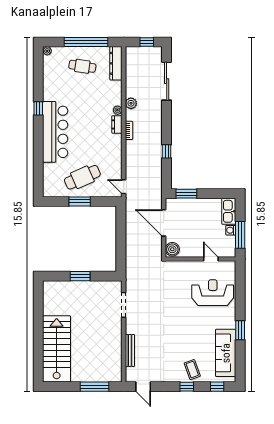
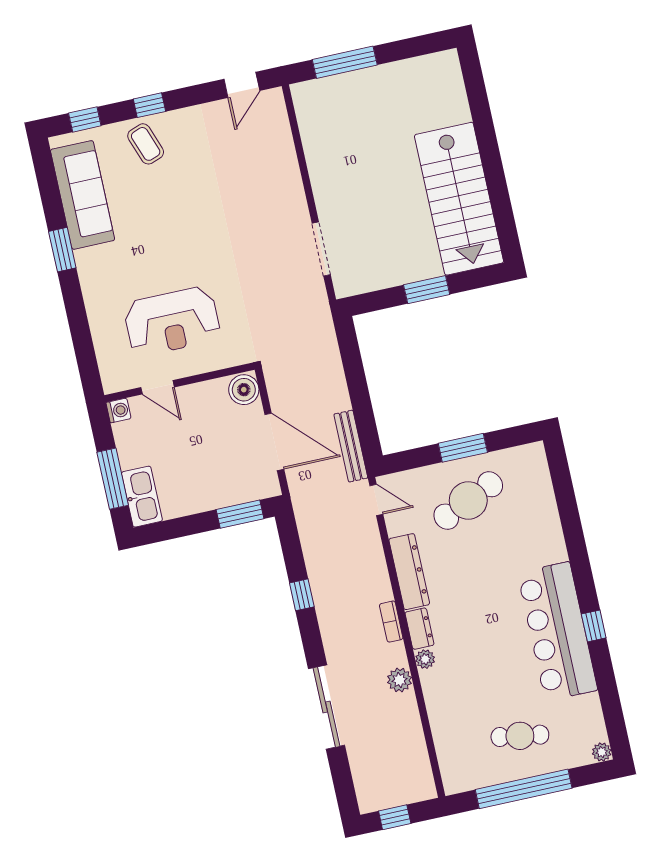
dresser: (116, 63) -> (409, 572), moved
sliding door: (167, 81) -> (326, 707), moved
bar counter: (55, 132) -> (557, 631), moved
washing machine: (231, 230) -> (119, 410), moved
window: (240, 235) -> (113, 479), moved
reception desk: (213, 293) -> (172, 321), moved
stairs: (57, 349) -> (459, 199), moved
bench: (130, 350) -> (351, 446), moved
door: (143, 387) -> (242, 85), swing flipped

